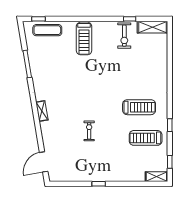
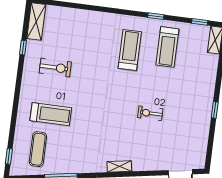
exercise mat: (47, 30) -> (38, 149), moved
exercise bike: (124, 36) -> (55, 68), moved
treadmill: (84, 38) -> (51, 114), moved

